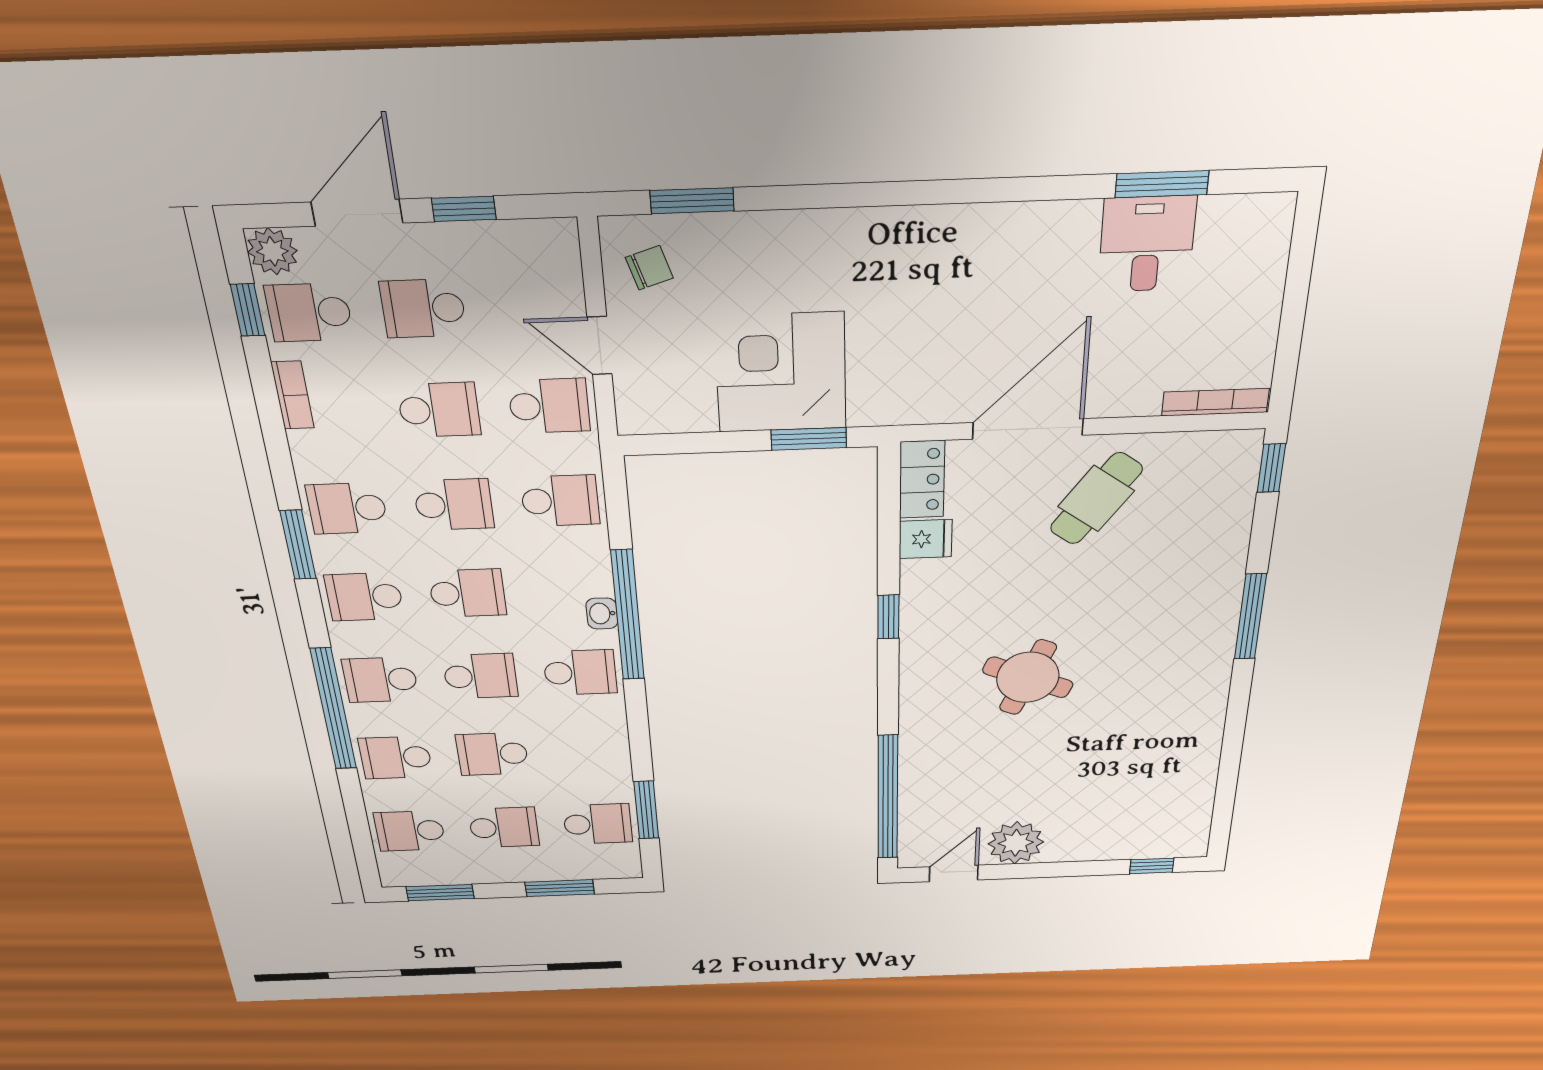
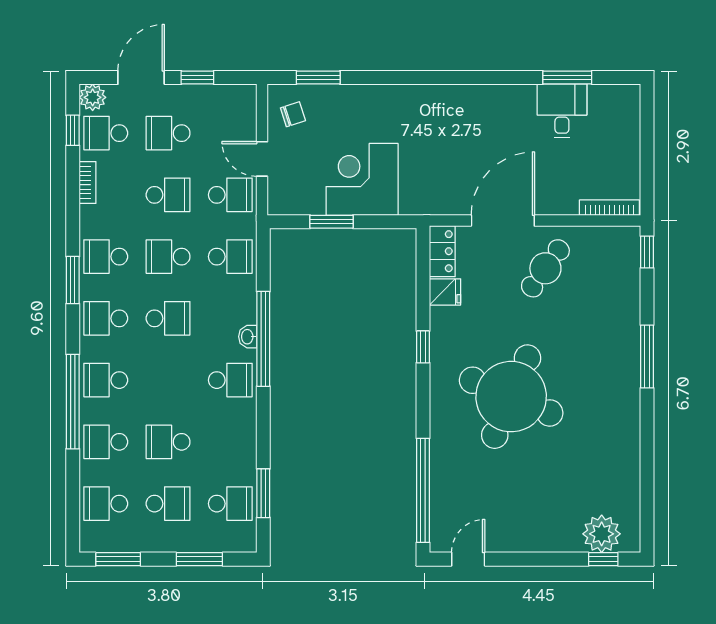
window: (809, 439) -> (332, 222), moved
school desk: (454, 505) -> (168, 257), turned 180
school desk: (480, 676) -> (168, 380), removed
round table: (1028, 677) -> (511, 397), width x1.86, depth x1.86
plant: (1016, 843) -> (602, 534), moved

